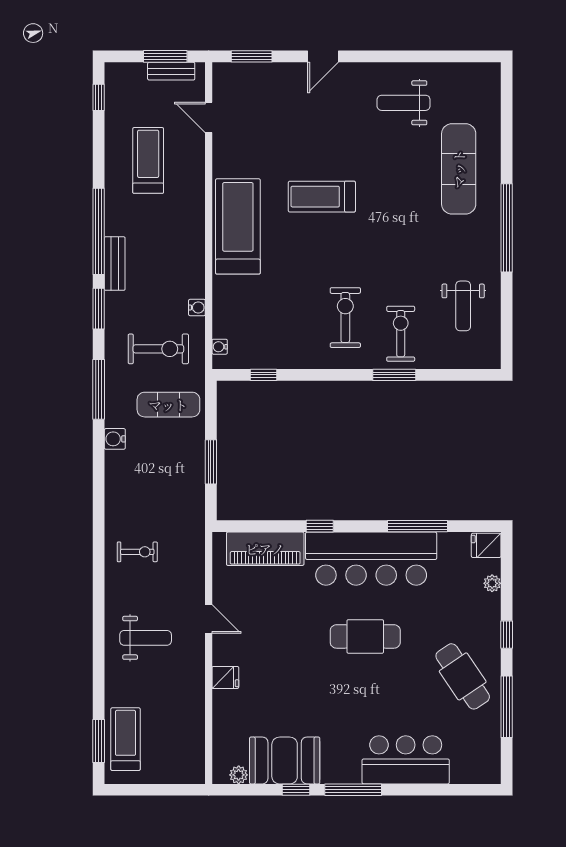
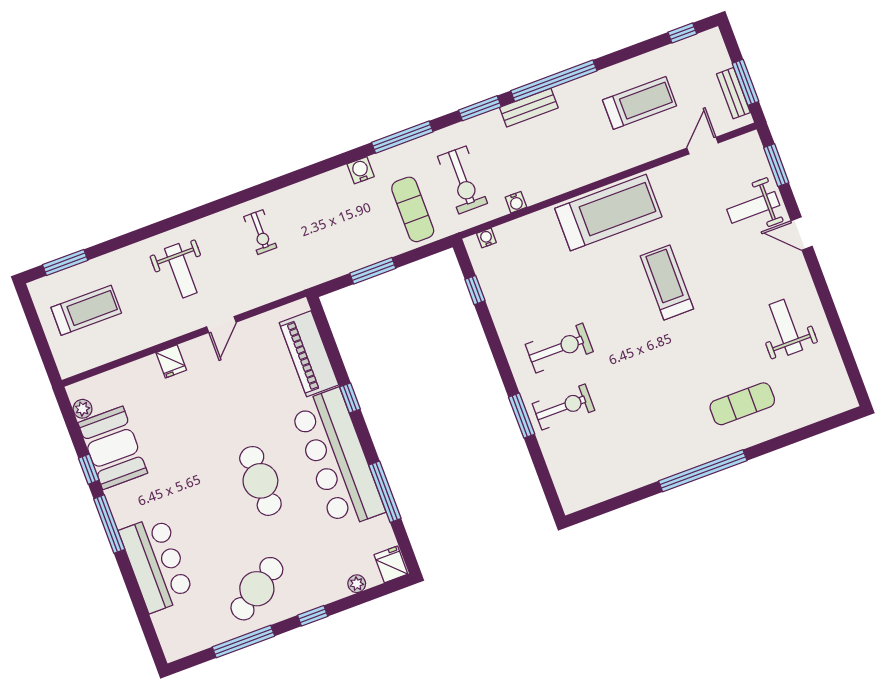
exercise mat: (459, 169) -> (742, 404), width x0.73, depth x0.69
weight bench: (463, 306) -> (753, 207), moved
treadmill: (125, 739) -> (86, 310), moved

